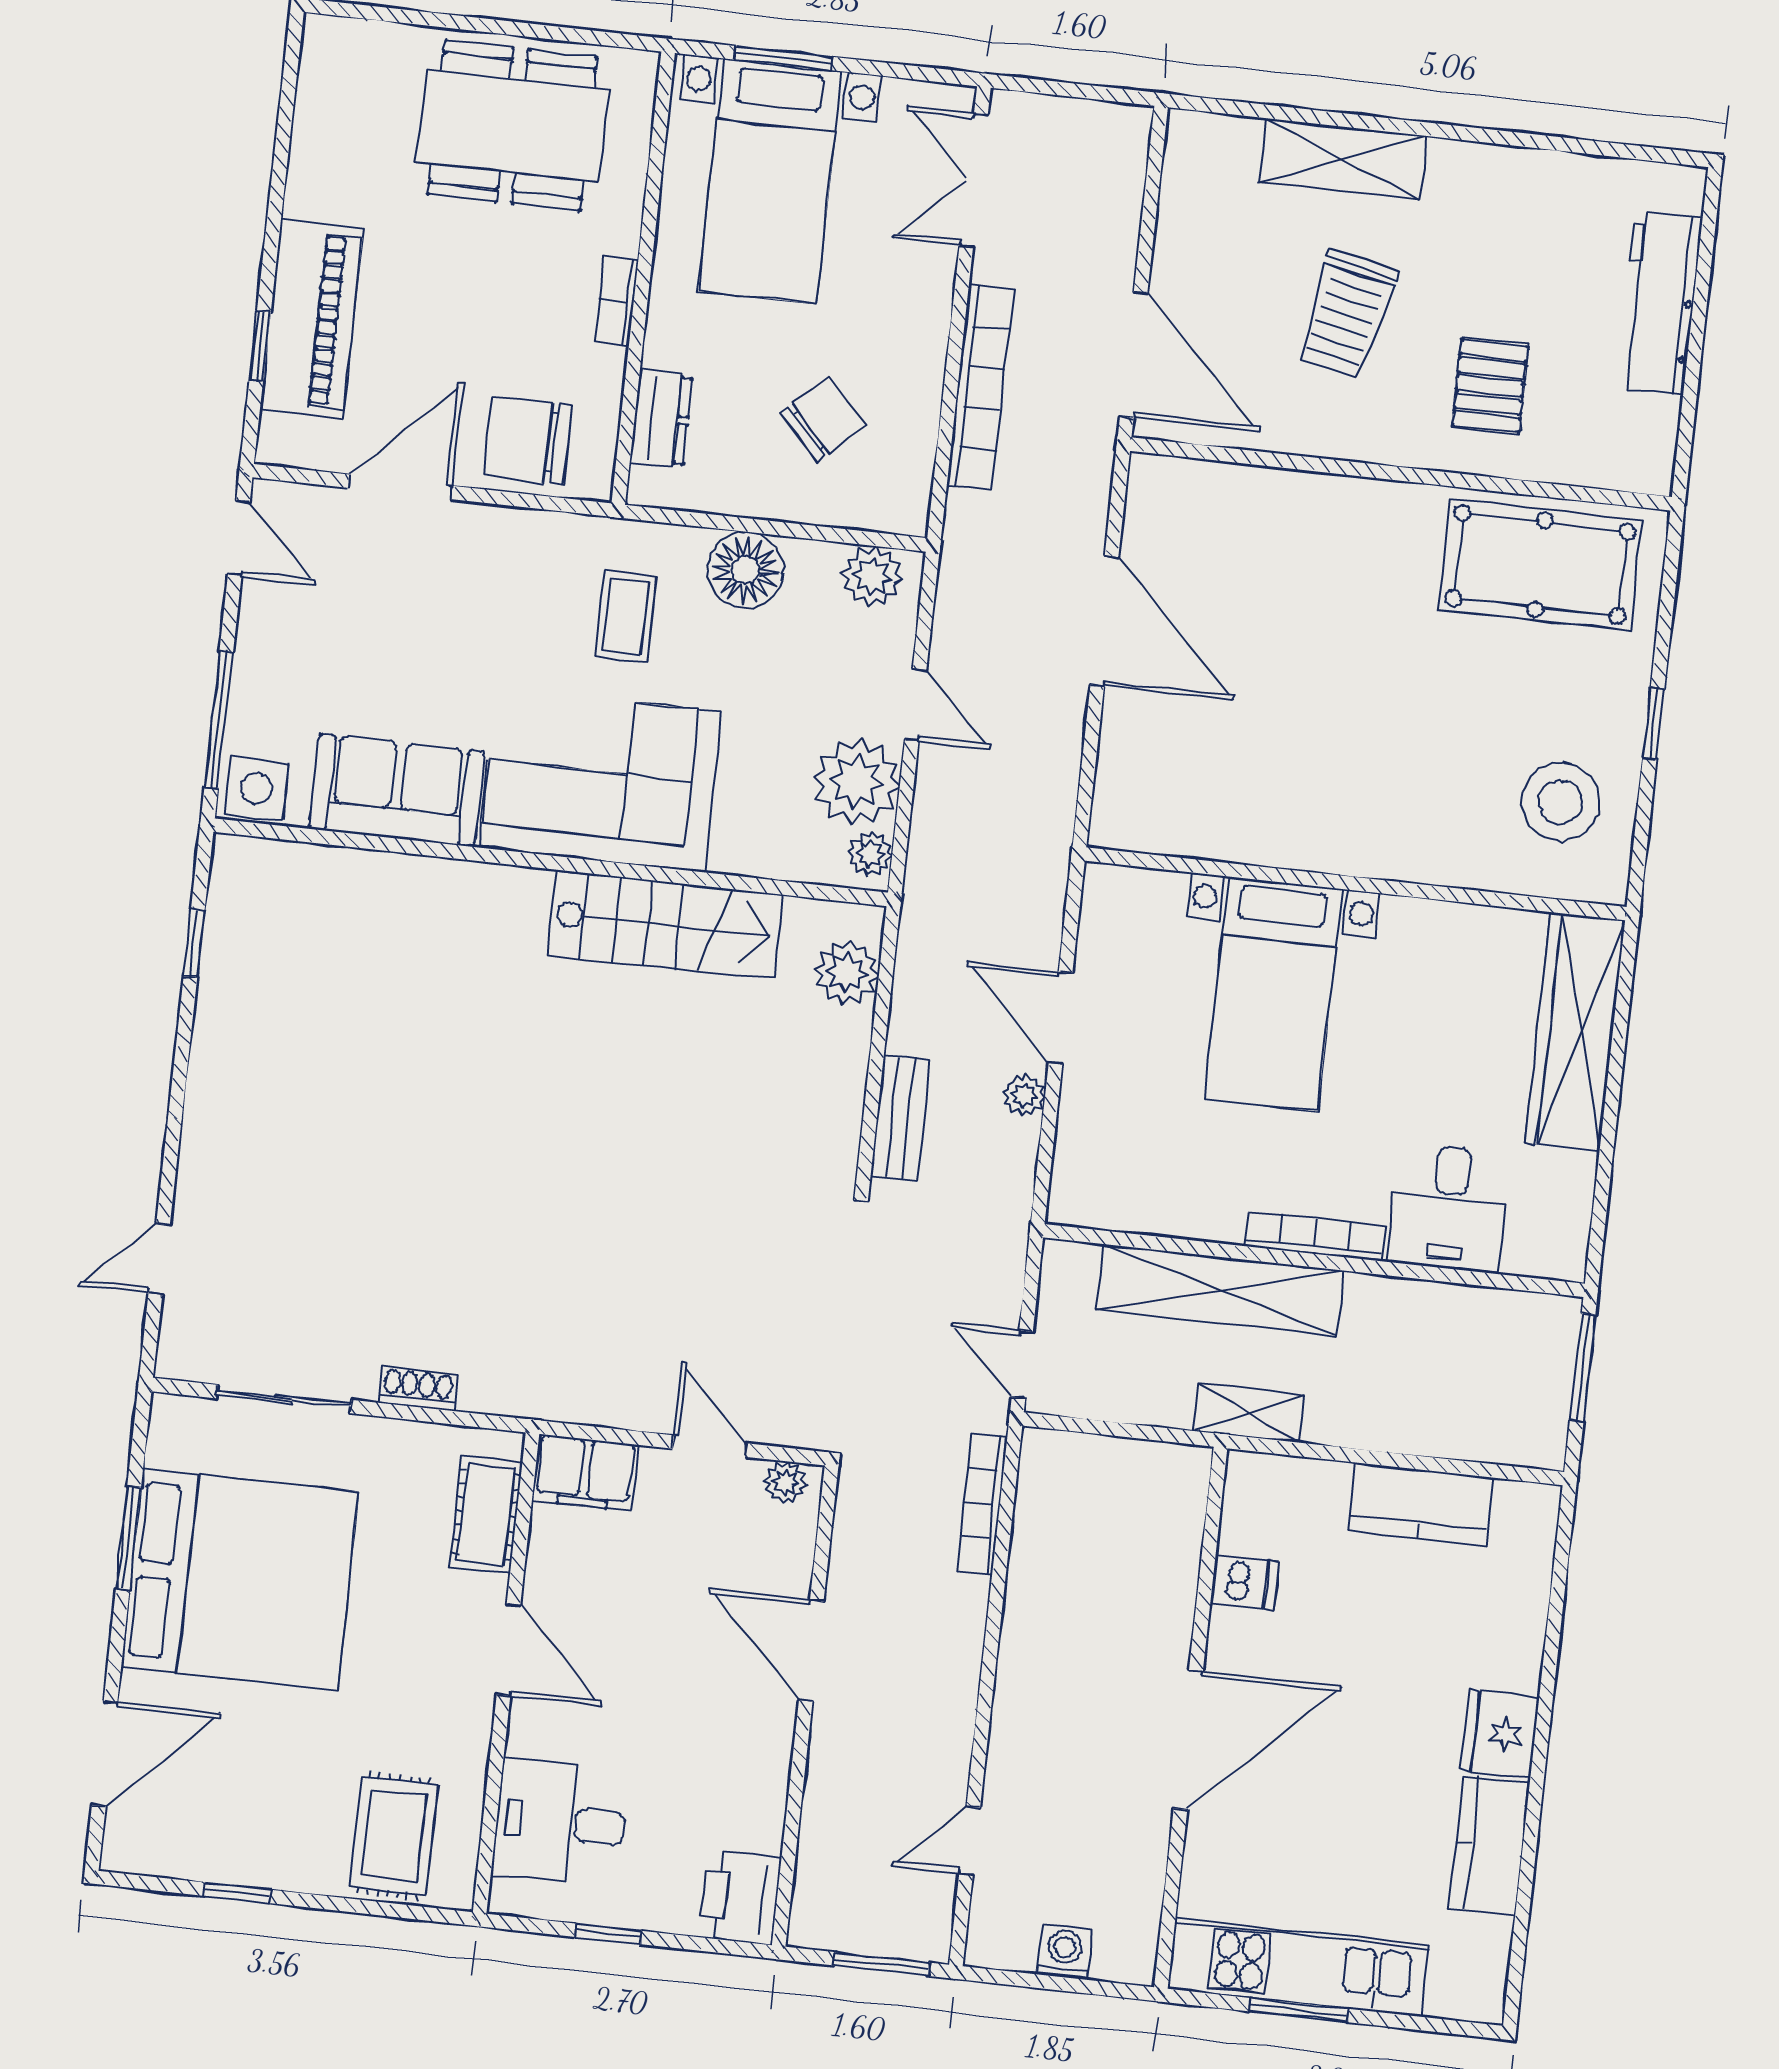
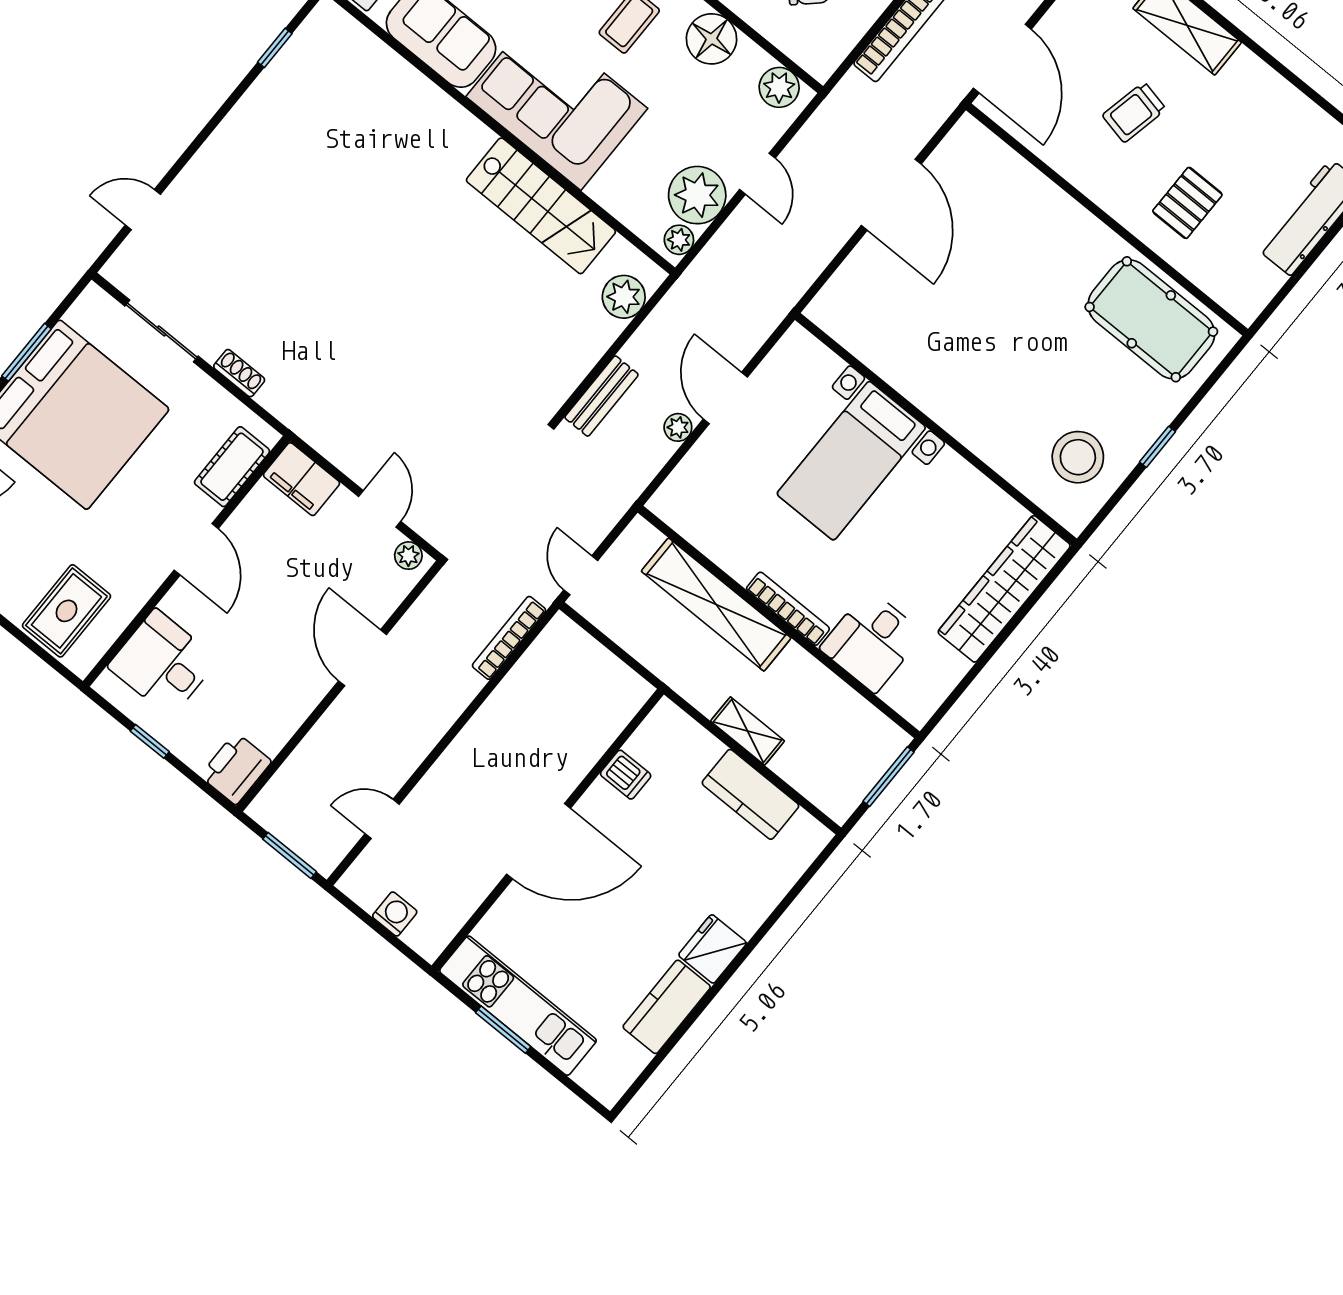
trolley: (1347, 314) -> (1134, 112), width x0.73, depth x0.72
shelving: (1249, 1413) -> (748, 731), moved

